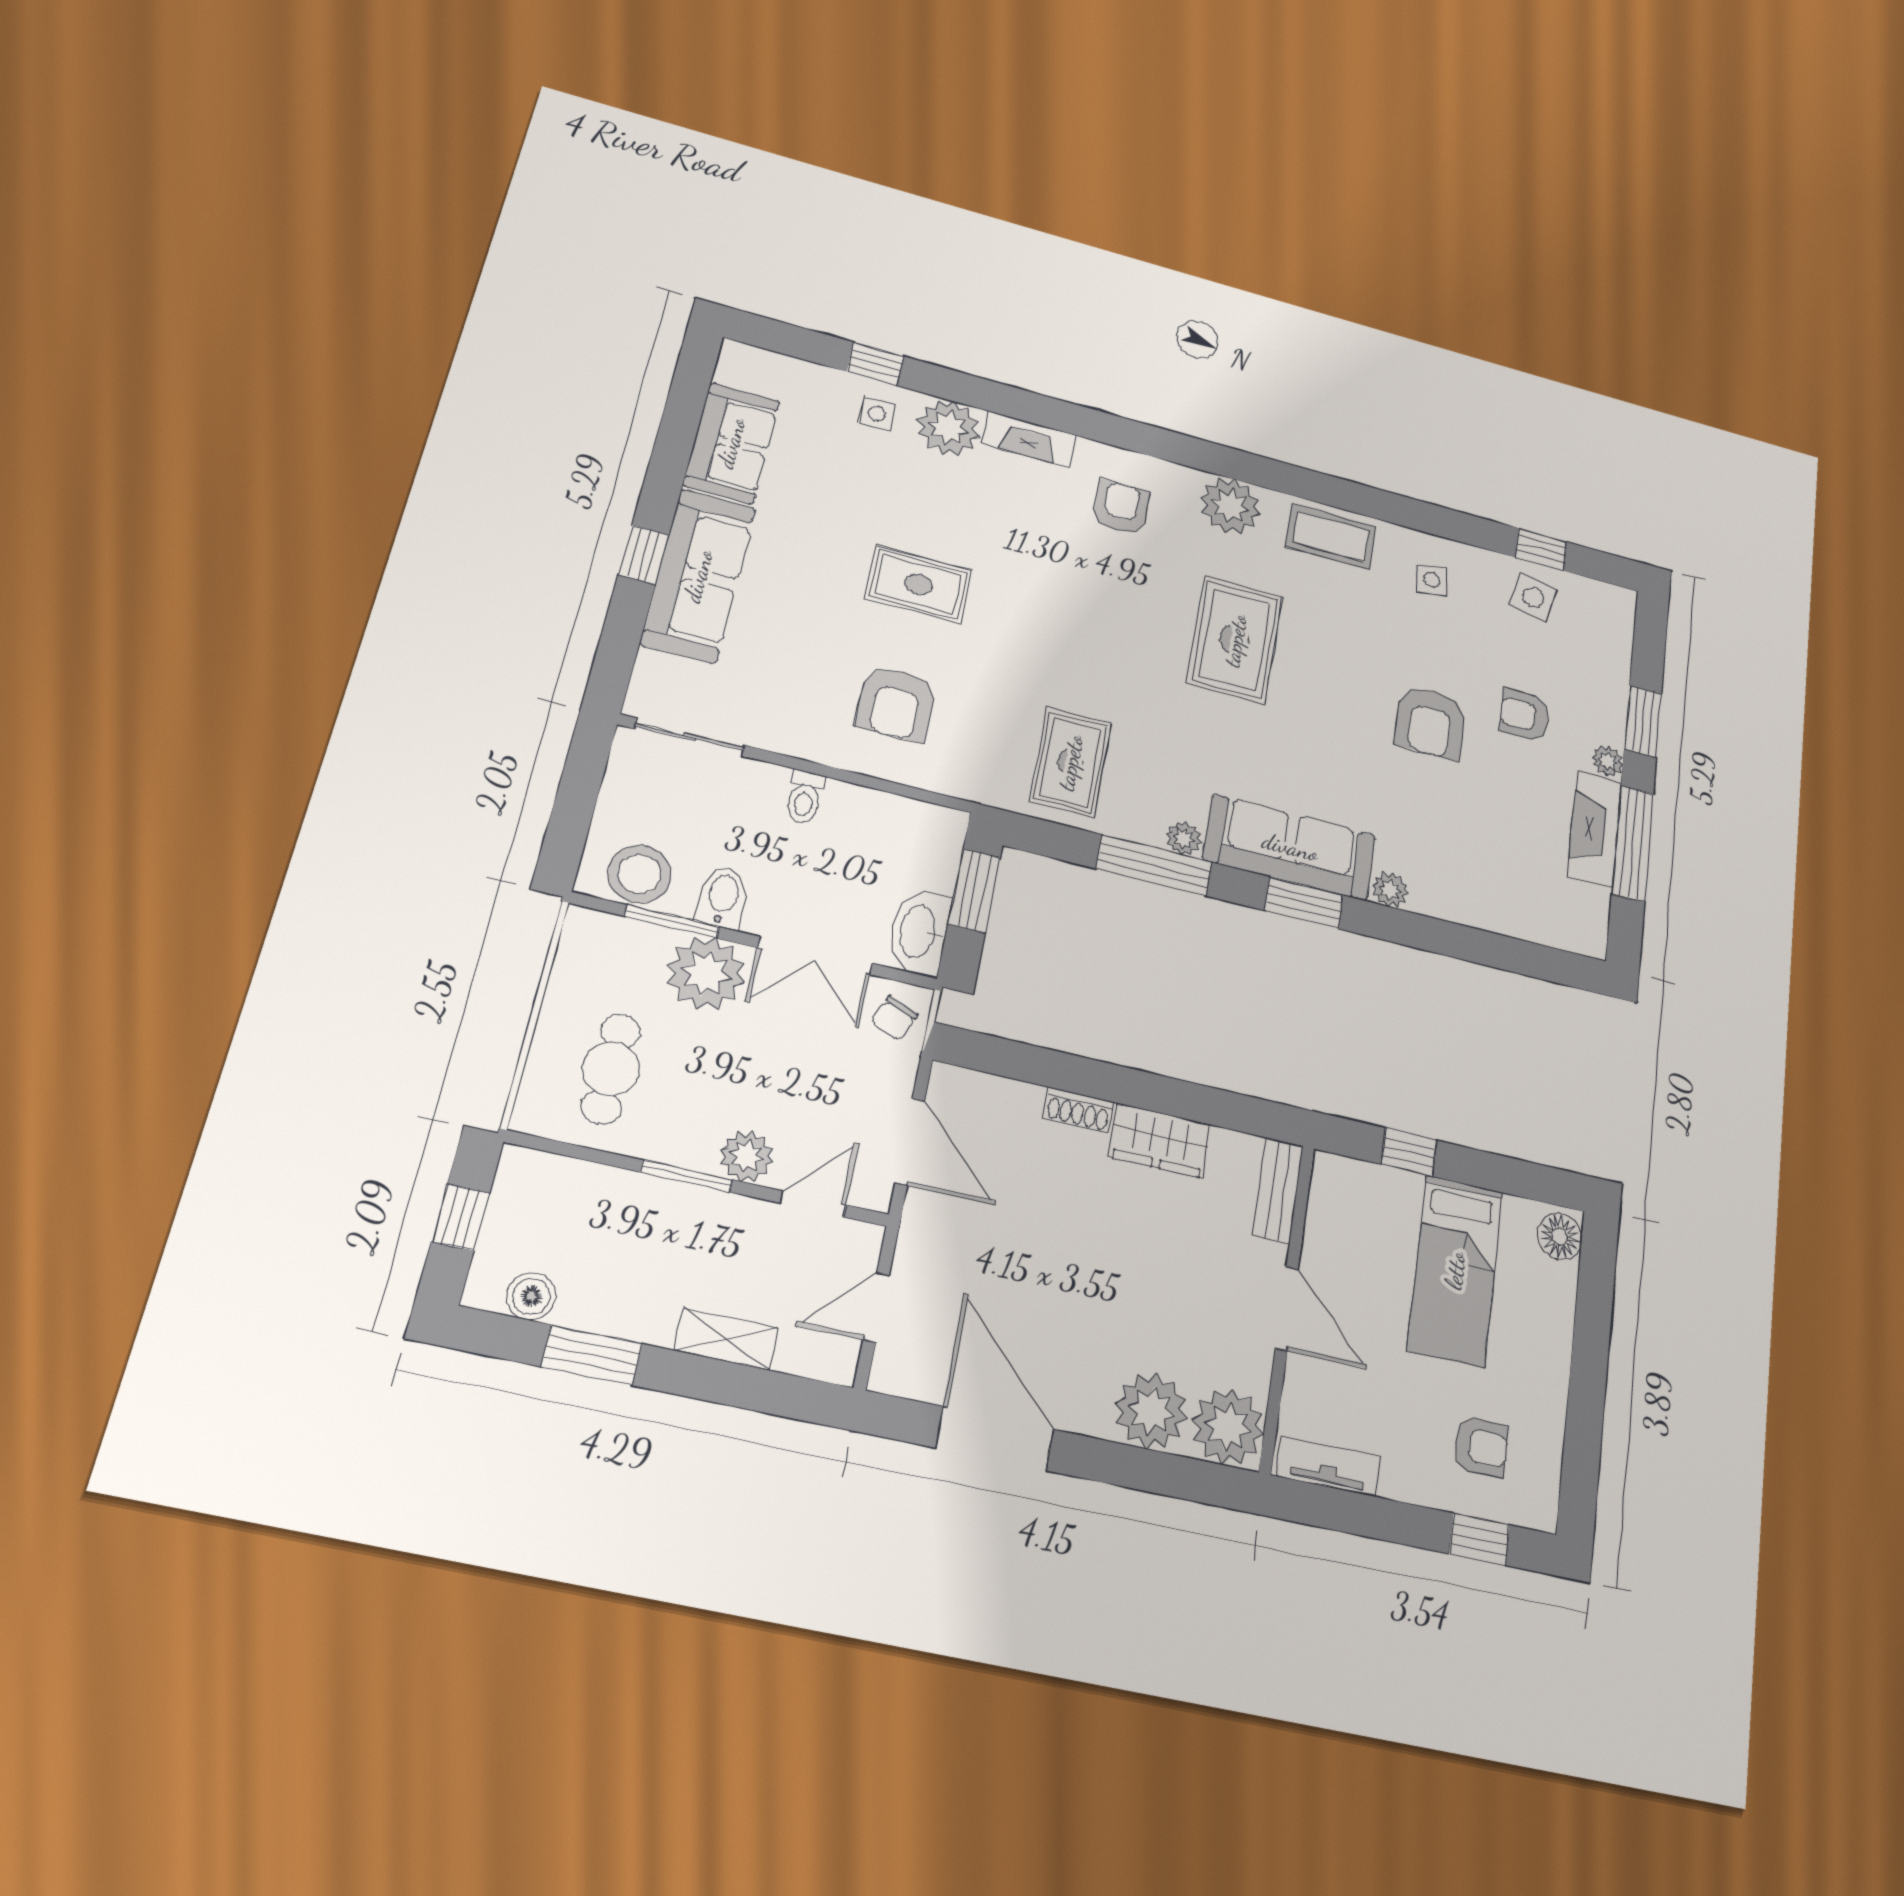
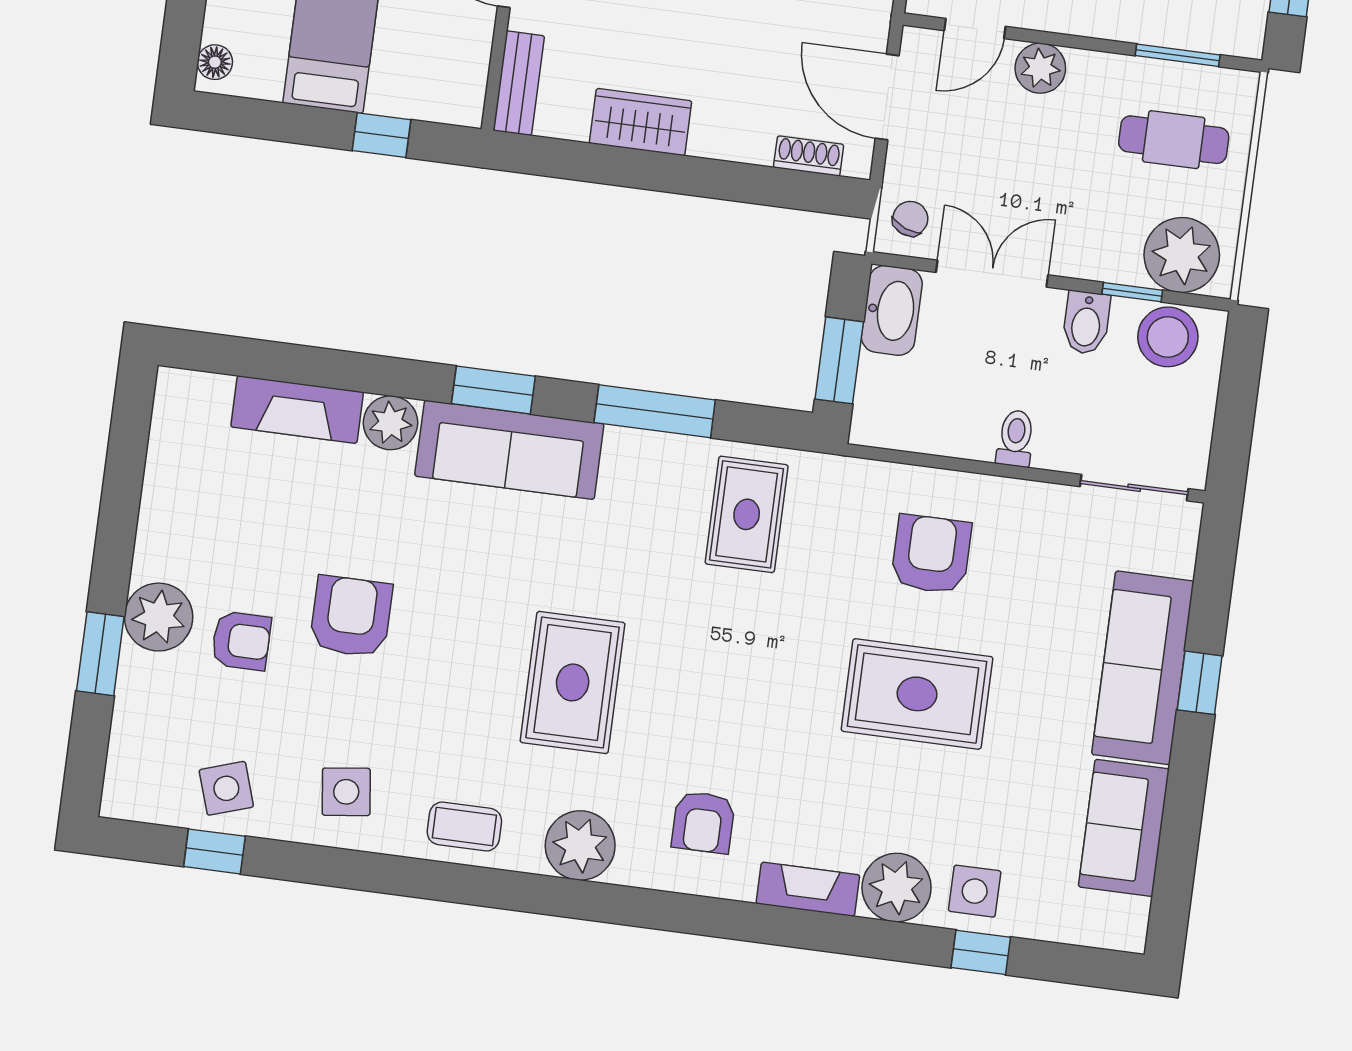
side table: (877, 414) -> (975, 891), width x1.37, depth x1.37
coffee table: (1331, 536) -> (464, 826), width x0.73, depth x0.77
side table: (1432, 580) -> (346, 792), width x1.37, depth x1.37
rug: (918, 584) -> (917, 694), width x1.36, depth x1.43
side table: (1533, 598) -> (226, 788), turned -30
plant: (1608, 761) -> (159, 617), width x1.88, depth x1.88
fireplace: (1595, 829) -> (297, 410), moved, turned 90
plant: (1184, 838) -> (624, 445), removed
window: (1633, 843) -> (120, 505), removed
plant: (1390, 890) -> (391, 423), width x1.38, depth x1.38
window: (672, 922) -> (1132, 292), width x0.67
plant: (706, 973) -> (1182, 255), moved
cafe table: (611, 1069) -> (1174, 140), turned 90
shoe rack: (1078, 1110) -> (809, 156), moved
window: (686, 1176) -> (1178, 55), moved
floor lamp: (1560, 1237) -> (215, 62), width x0.73, depth x0.73

